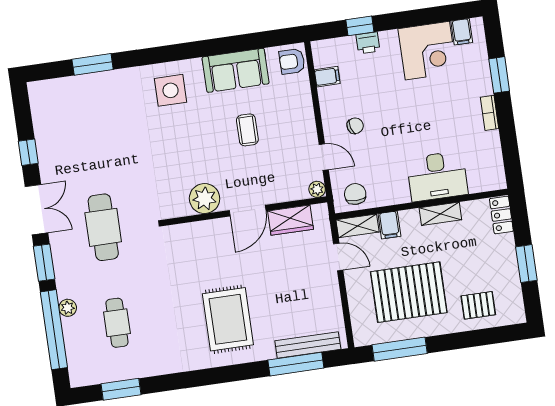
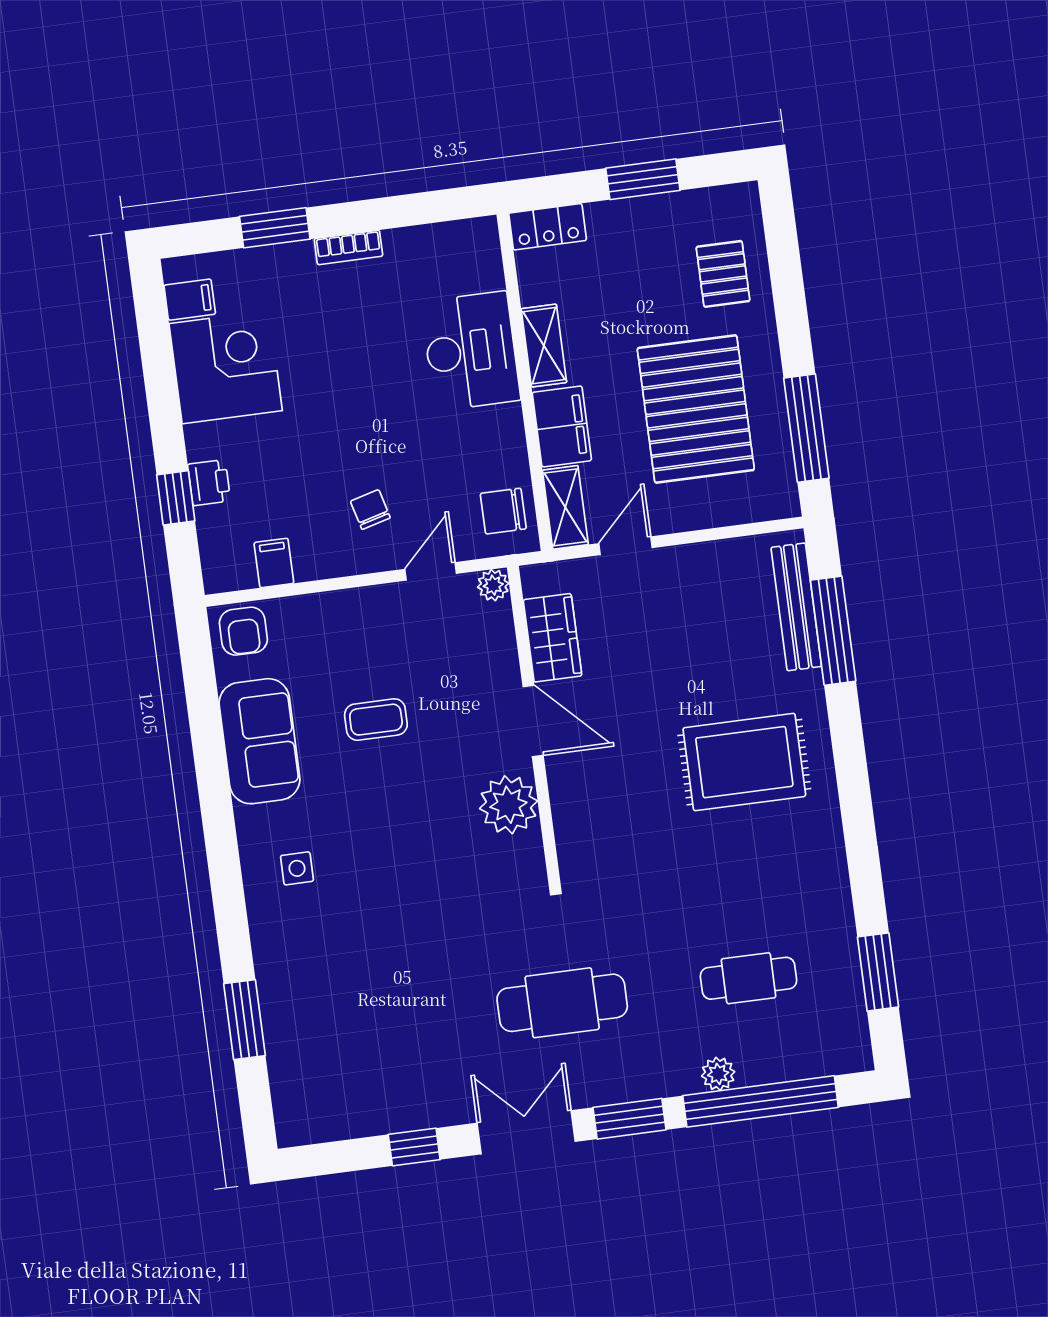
side table: (171, 90) -> (297, 868), width x0.54, depth x0.54
filing cabinet: (389, 225) -> (562, 426), width x2.00

